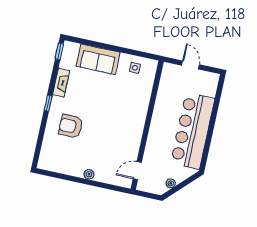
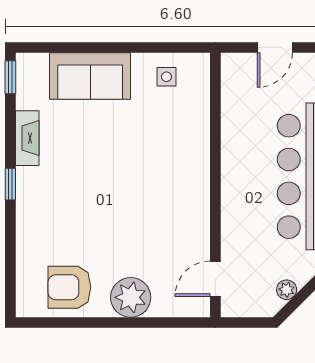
door: (191, 65) -> (275, 47), swing flipped
armchair: (71, 126) -> (69, 287), moved
plant: (89, 174) -> (131, 297), width x1.87, depth x1.87

